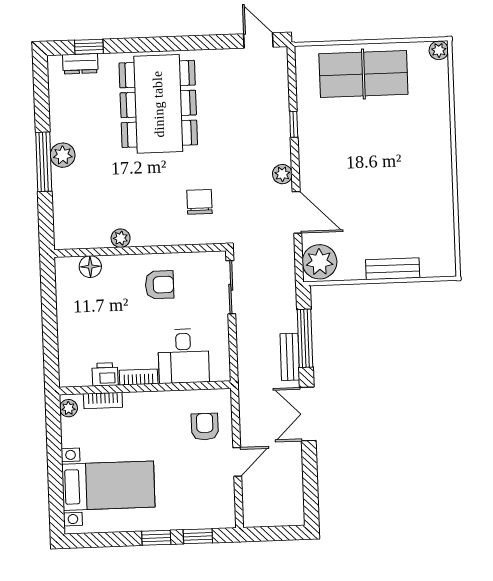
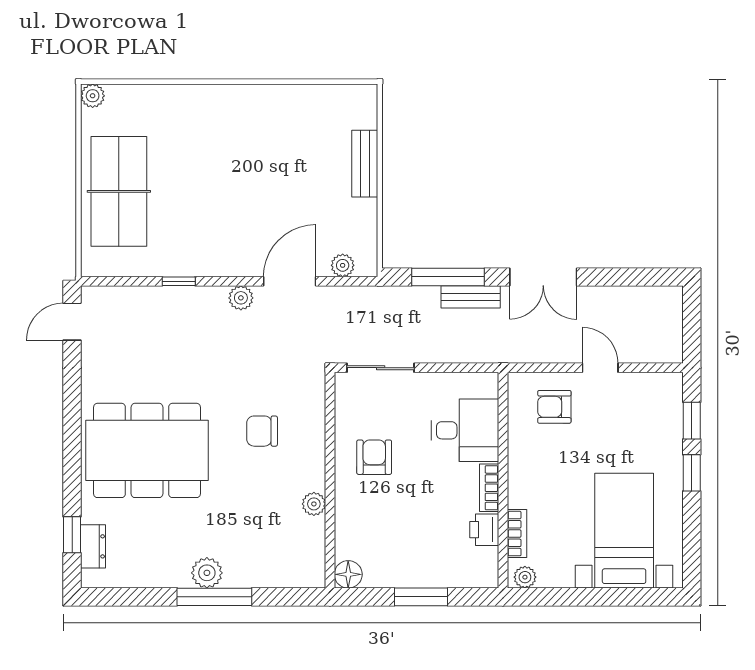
chair: (200, 202) -> (262, 431), moved
plant: (320, 262) -> (343, 265), width x0.53, depth x0.53
floor lamp: (90, 267) -> (348, 574), moved
window: (50, 326) -> (421, 597), added

